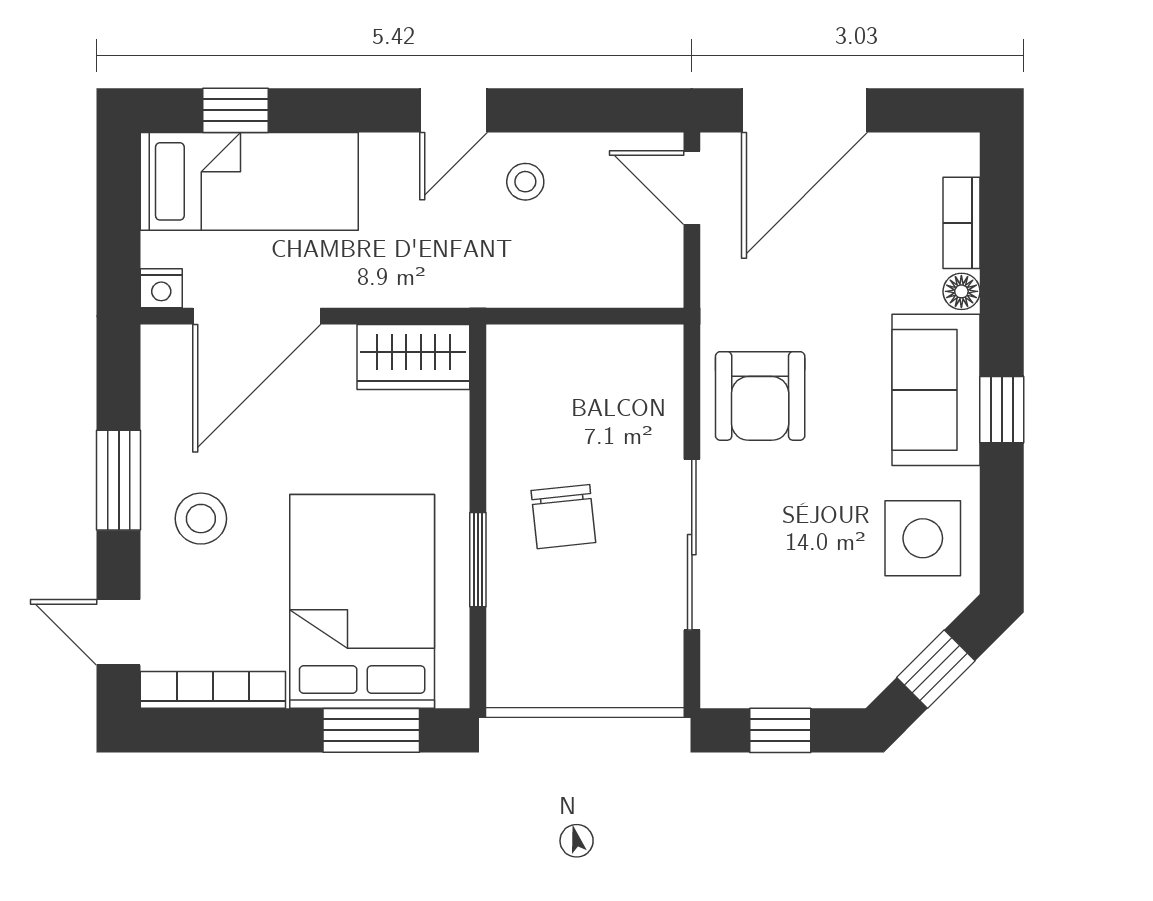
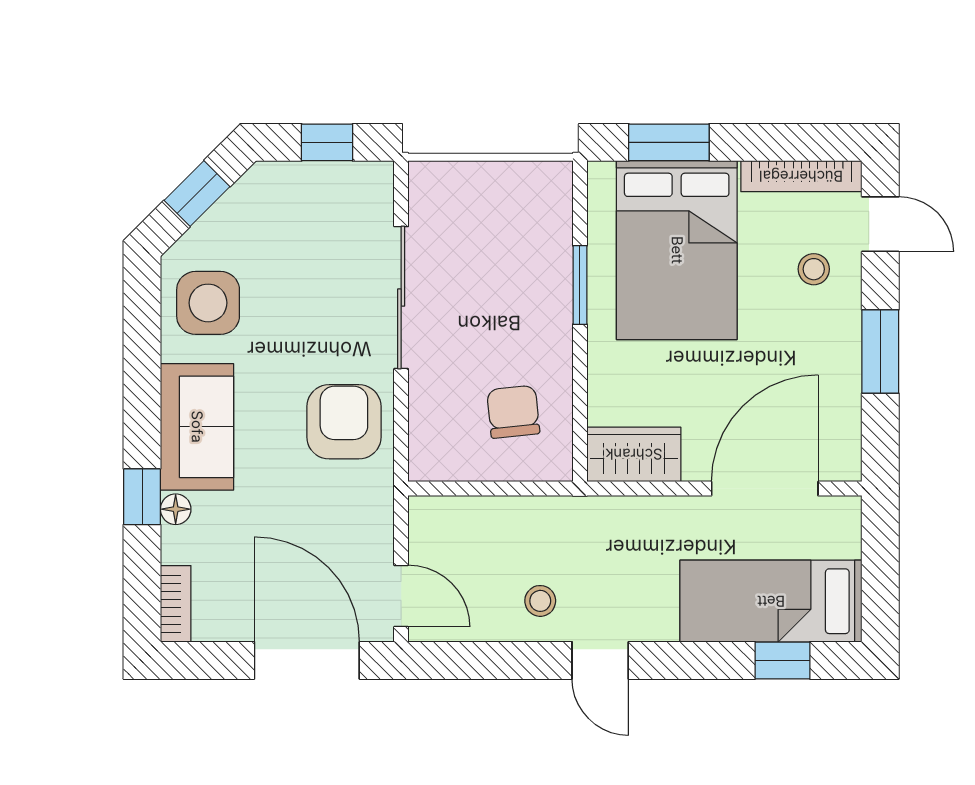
door: (454, 110) -> (600, 660), swing flipped
door: (805, 110) -> (307, 660), hinge flipped
bookcase: (961, 223) -> (176, 604), moved
nightstand: (161, 288) -> (845, 512), removed
window: (1002, 410) -> (142, 497), moved
chair: (563, 517) -> (513, 412), moved
stool: (201, 519) -> (814, 269), moved, width x0.73, depth x0.73

